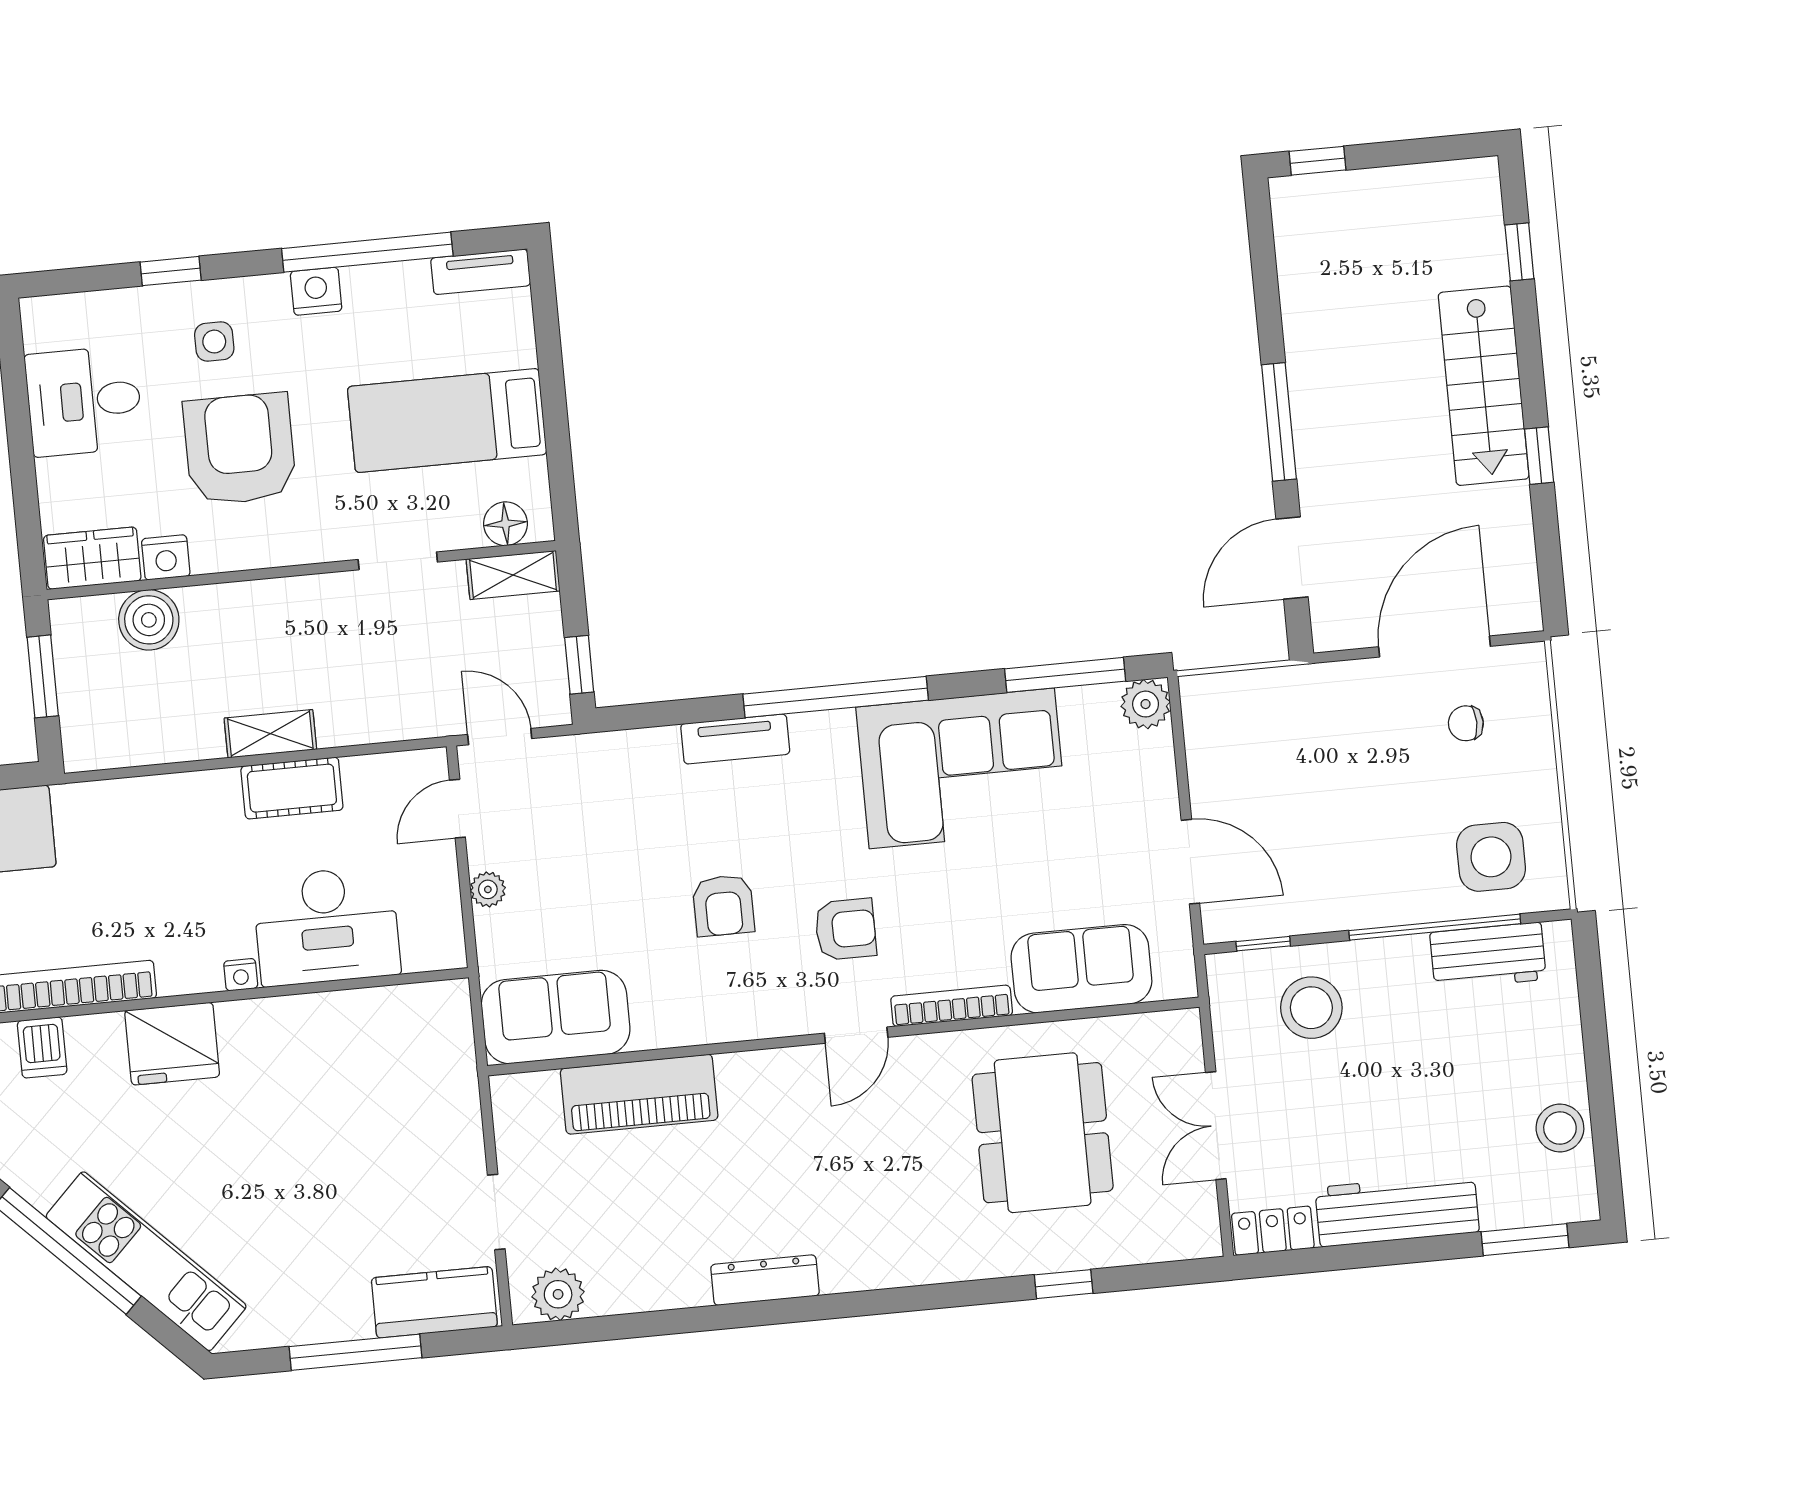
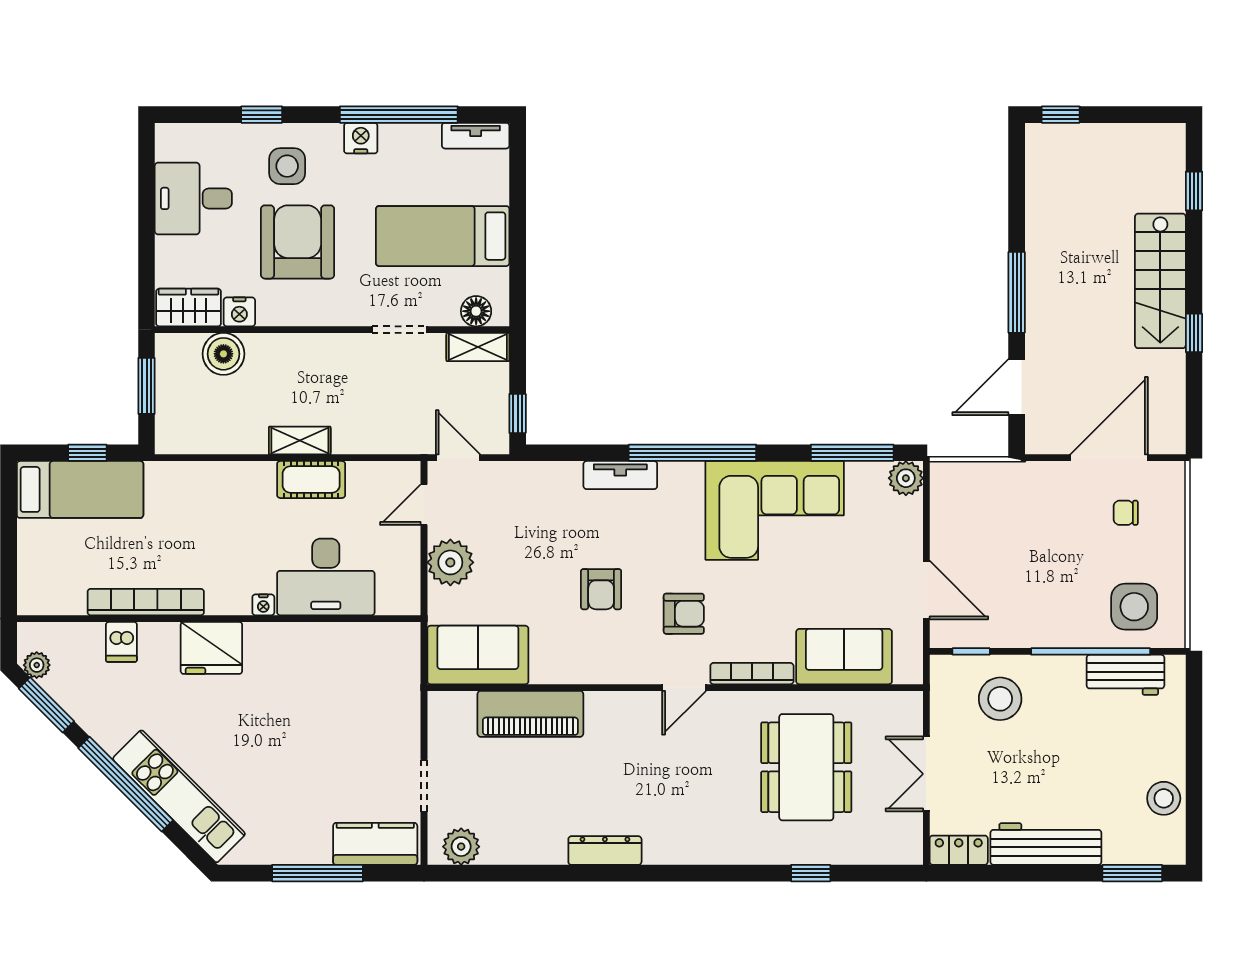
side table: (214, 342) -> (287, 166), width x1.37, depth x1.37
plant: (488, 889) -> (450, 562), width x1.87, depth x1.87

